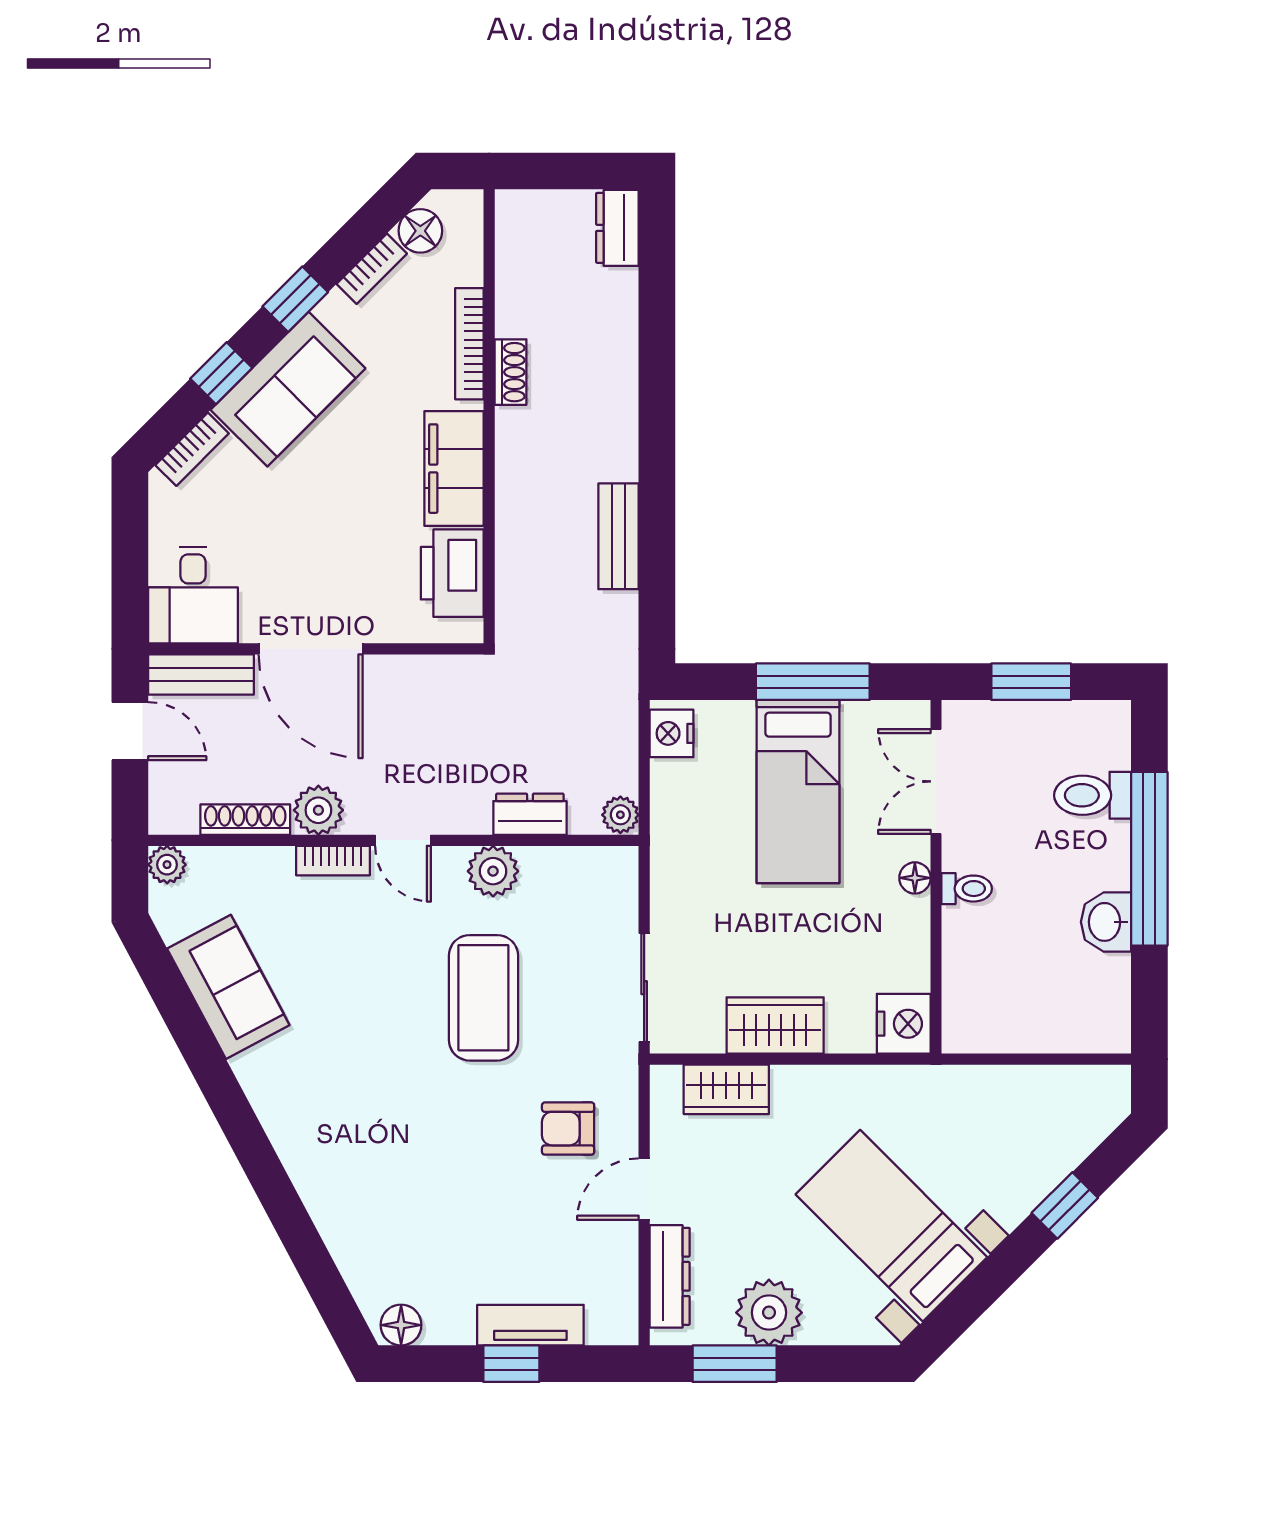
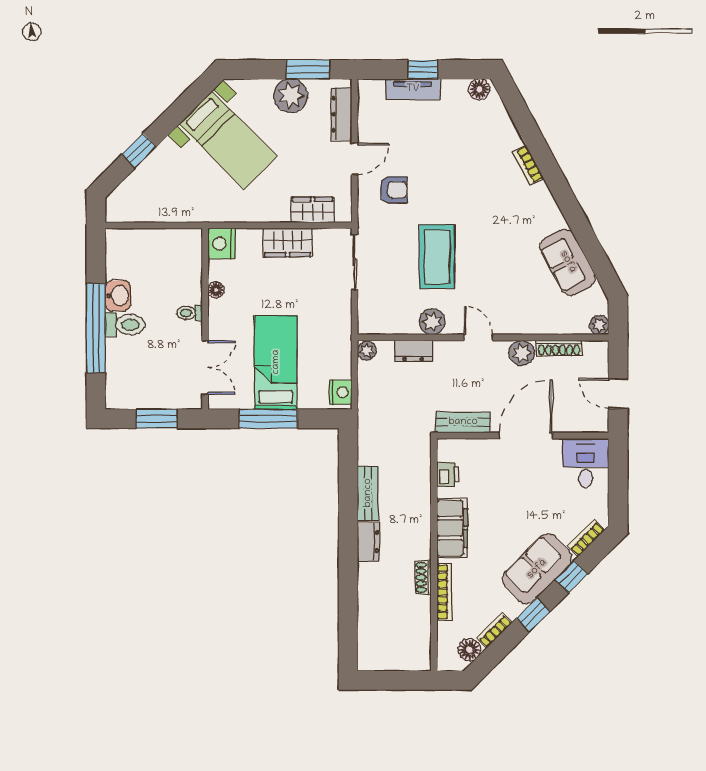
dresser: (617, 228) -> (368, 542), moved
printer: (452, 573) -> (448, 474), width x0.53, depth x0.68
door: (311, 649) -> (526, 436), hinge flipped
bench: (201, 674) -> (463, 422), moved
toilet: (1093, 795) -> (125, 325), moved
bookcase: (333, 861) -> (528, 165), moved, turned -118
floor lamp: (915, 878) -> (216, 290), moved

